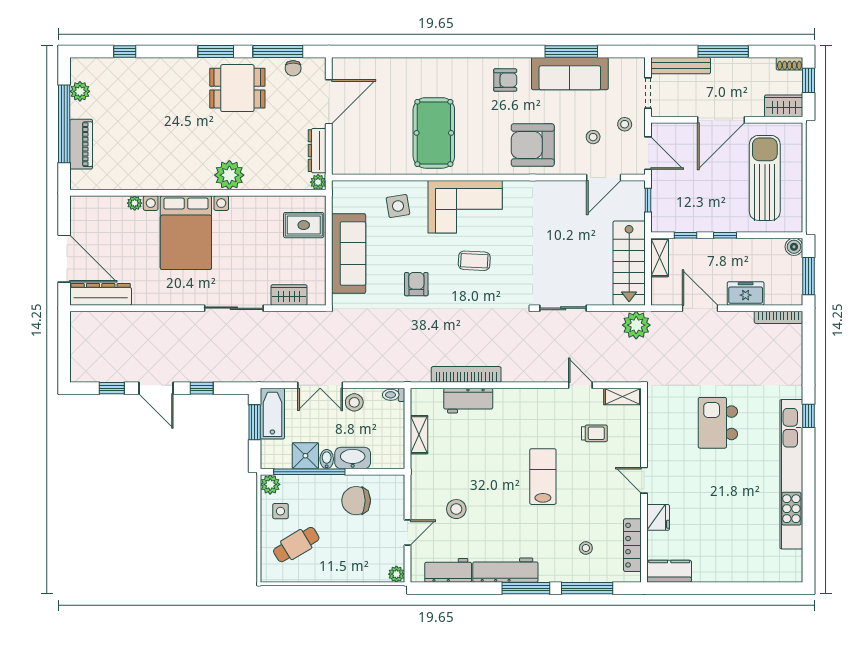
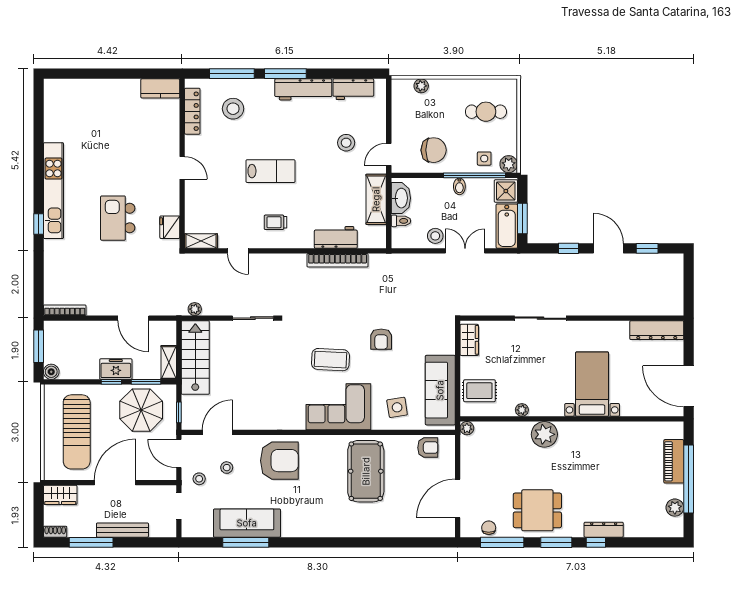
window: (125, 51) -> (596, 542), moved
window: (723, 51) -> (91, 542), moved
bench: (681, 66) -> (122, 530), moved
armchair: (505, 80) -> (428, 448), moved, turned 180
window: (808, 80) -> (39, 517), removed
dresser: (317, 151) -> (604, 530), moved, turned -90
plant: (135, 203) -> (522, 410), moved
parasol: (691, 203) -> (141, 410), added
bed with nightstands: (186, 233) -> (592, 384), width x0.73
window: (685, 235) -> (146, 382), width x1.50
sofa: (349, 253) -> (440, 390), moved
door: (64, 259) -> (689, 386), moved
coffee table: (474, 261) -> (330, 360), width x1.36, depth x1.30
freezer: (746, 293) -> (116, 369), moved, turned 180
wardrobe: (289, 295) -> (469, 340), moved, turned -90
plant: (636, 325) -> (195, 309), width x0.53, depth x0.53
toilet: (394, 395) -> (401, 221), moved
kitchen island: (718, 423) -> (118, 218), turned 180
trolley: (594, 433) -> (276, 222), moved
shelving: (419, 435) -> (376, 199), width x1.50, depth x1.33
shower: (305, 456) -> (506, 191), moved
washbasin: (353, 458) -> (401, 198), moved, turned -90
kitchen unit: (791, 474) -> (54, 191), width x0.73
lab bench: (543, 477) -> (270, 171), turned -90
side table: (280, 511) -> (484, 159), moved
fridge: (658, 517) -> (170, 227), moved
door: (408, 532) -> (389, 154), moved
cafe table: (296, 545) -> (486, 112), turned 31
stool: (586, 548) -> (233, 109), width x1.89, depth x1.89
plant: (396, 574) -> (421, 86), moved

